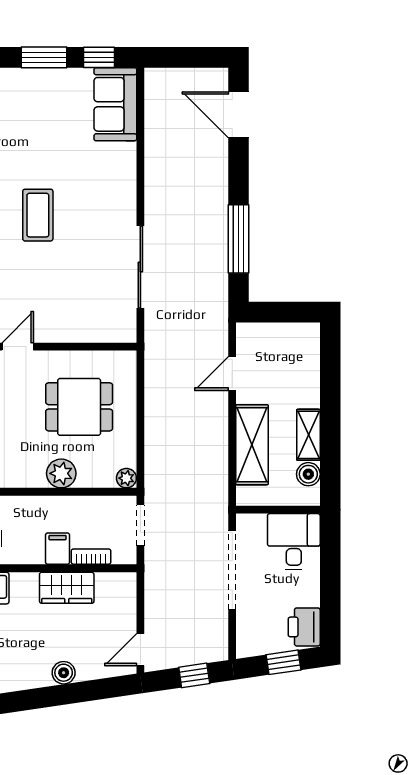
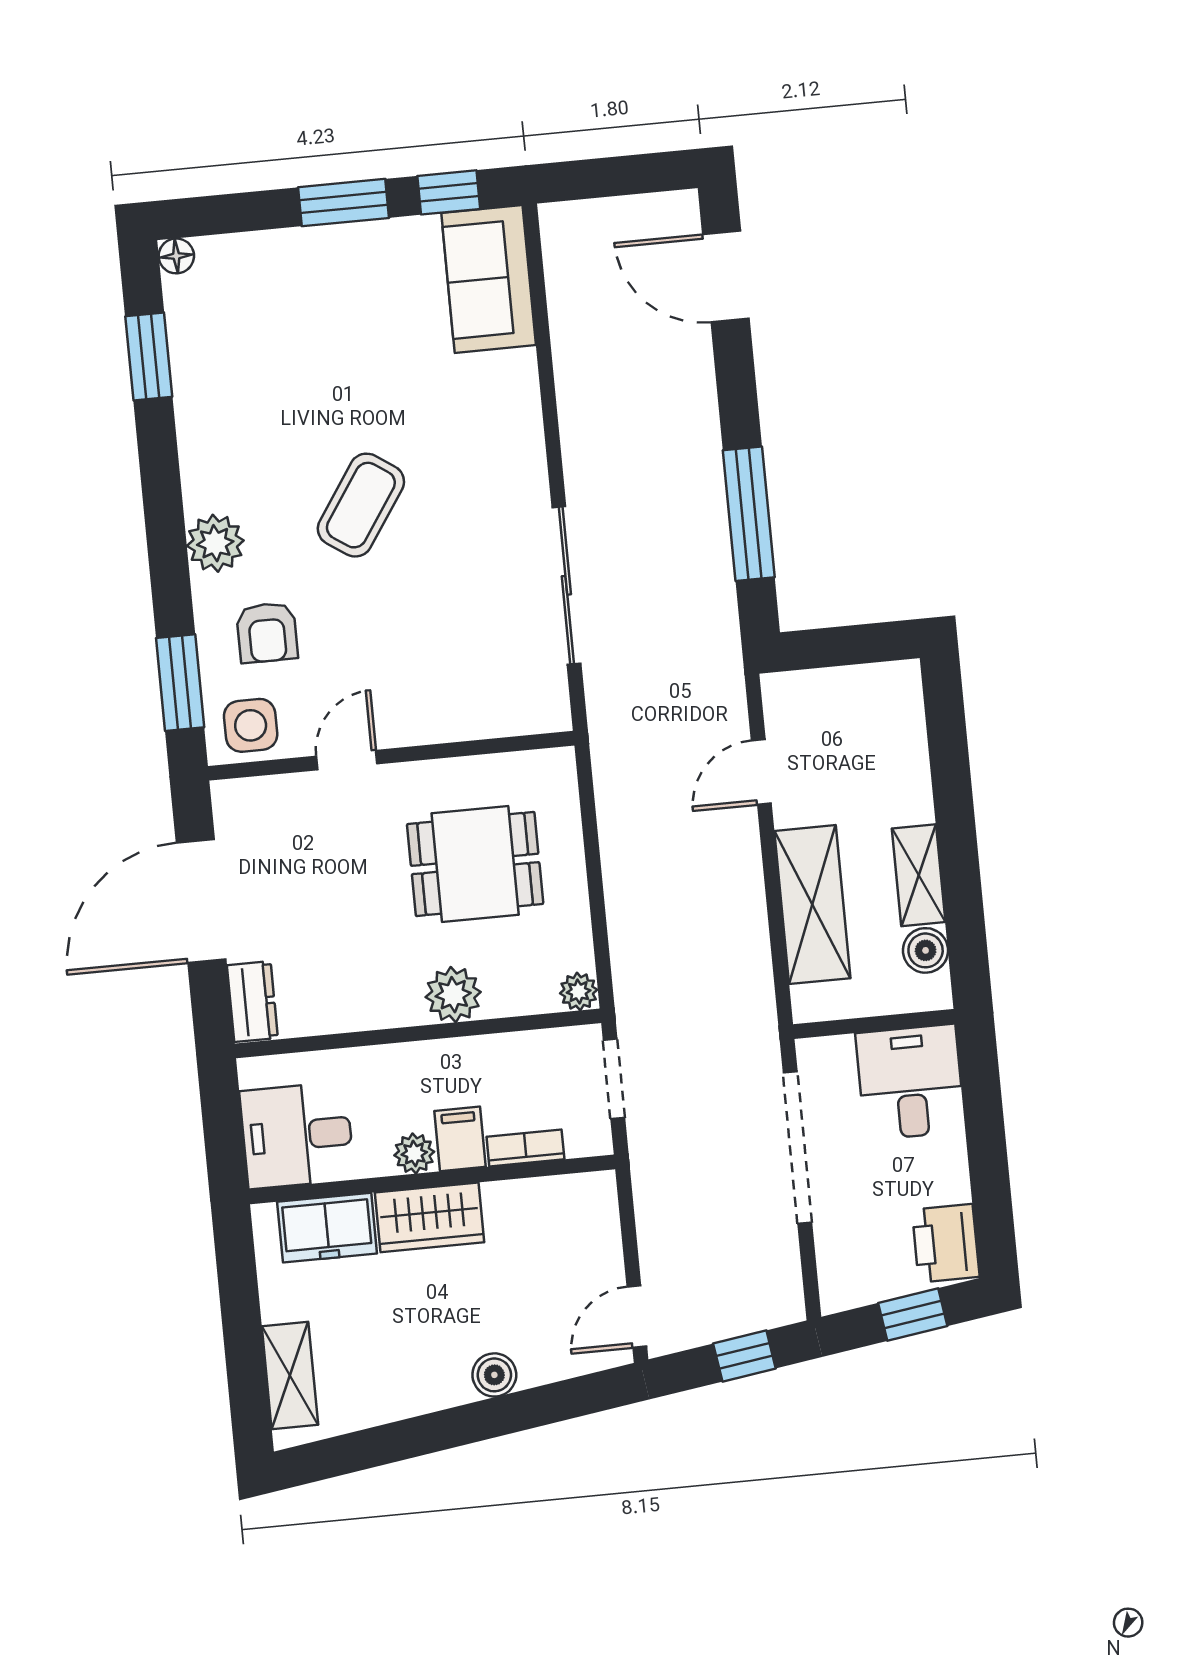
coffee table: (38, 215) -> (361, 505), turned 34
plant: (33, 554) -> (414, 1153), added
wardrobe: (67, 588) -> (430, 1217), moved

